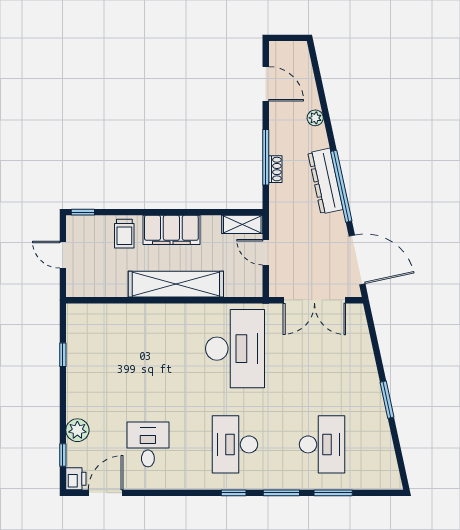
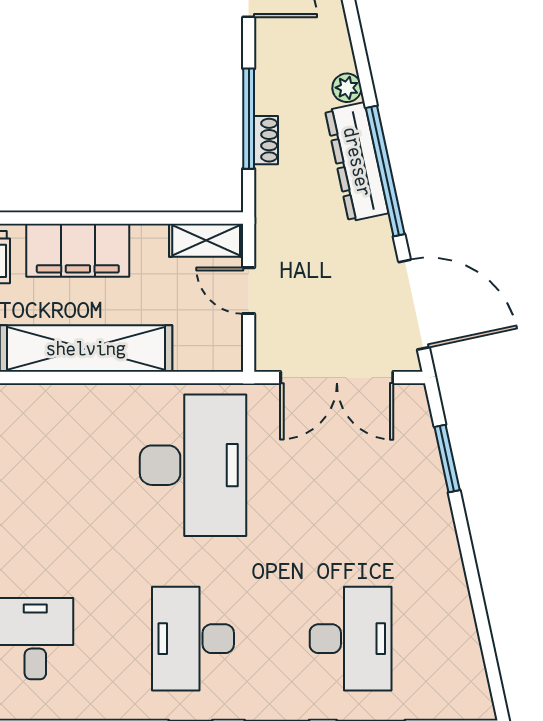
plant: (315, 118) -> (347, 88), moved
window: (387, 400) -> (447, 459), moved

